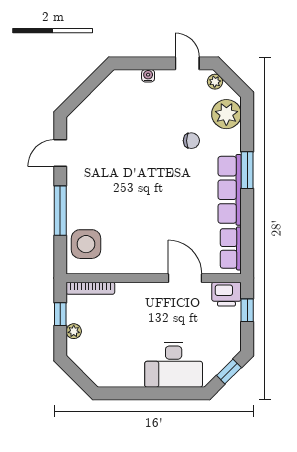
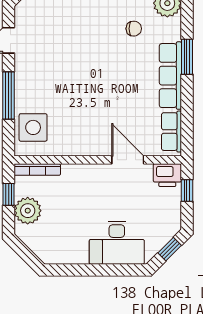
plant: (74, 331) -> (28, 211), width x1.87, depth x1.87

